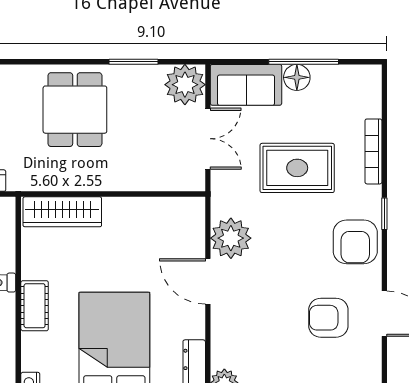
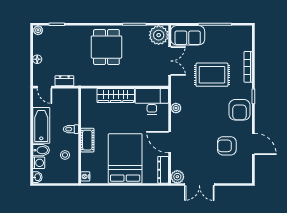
floor lamp: (297, 77) -> (212, 32), removed
wardrobe: (62, 212) -> (116, 96), moved
desk: (171, 224) -> (152, 101), added
plant: (231, 238) -> (176, 108), width x0.53, depth x0.53
door: (208, 281) -> (170, 142), moved

